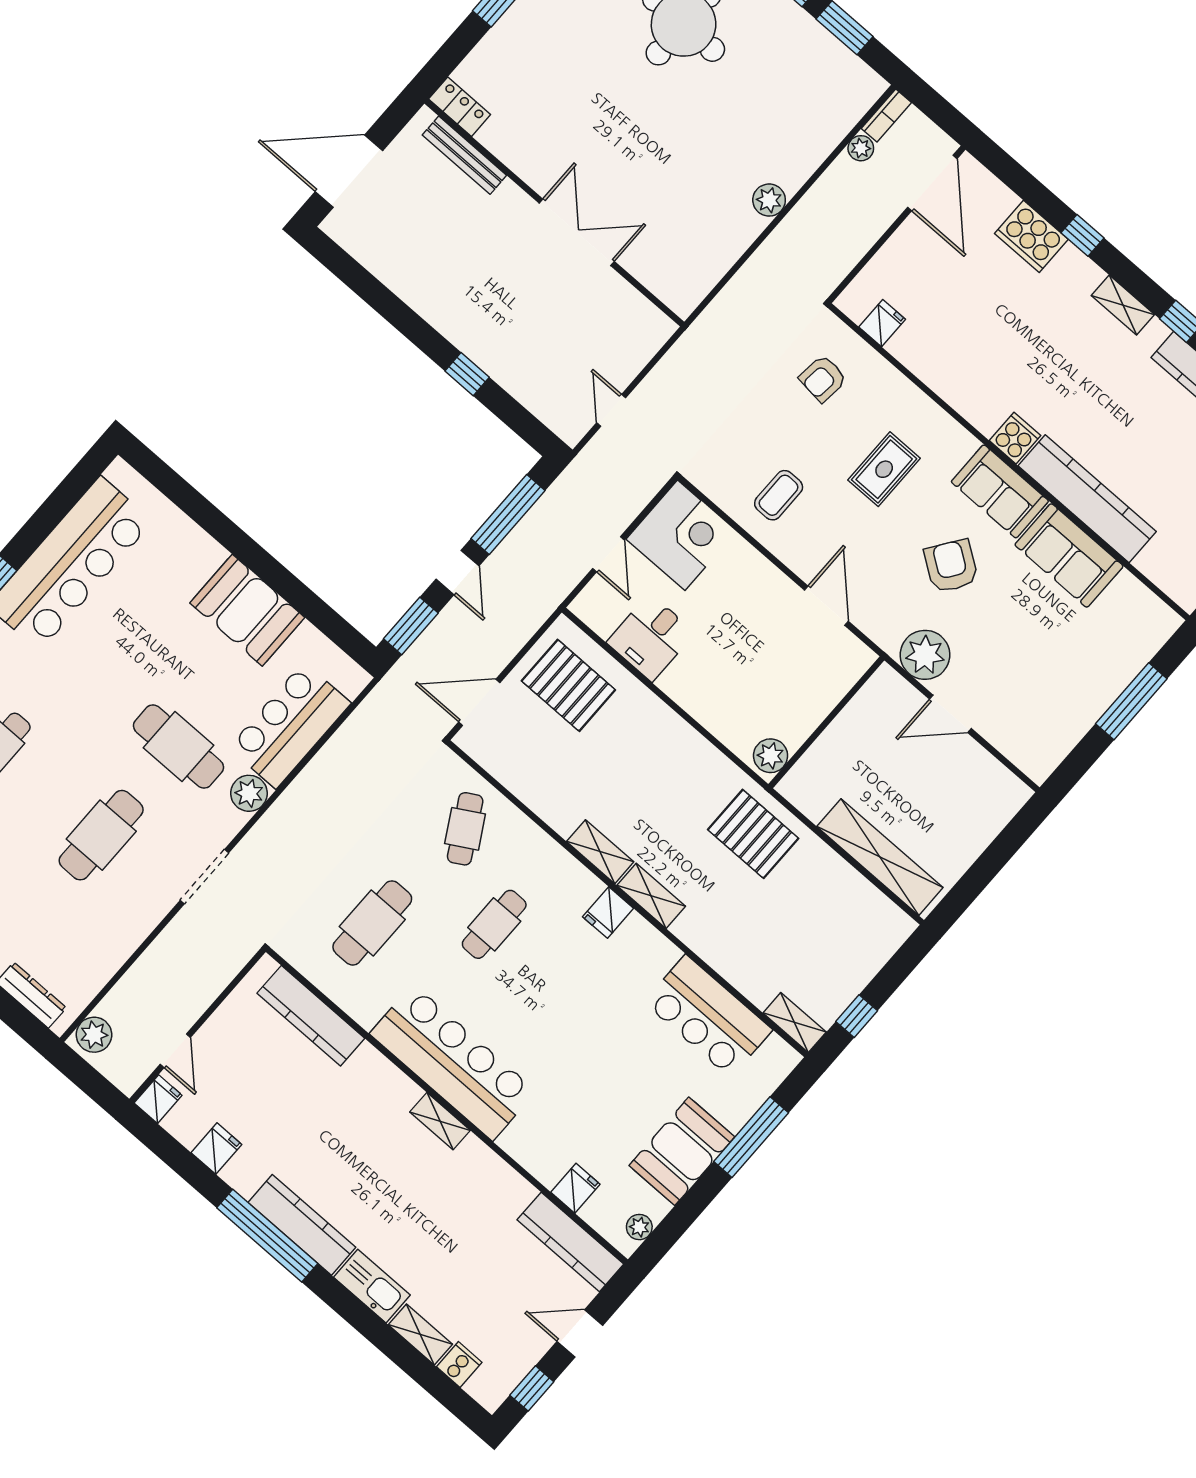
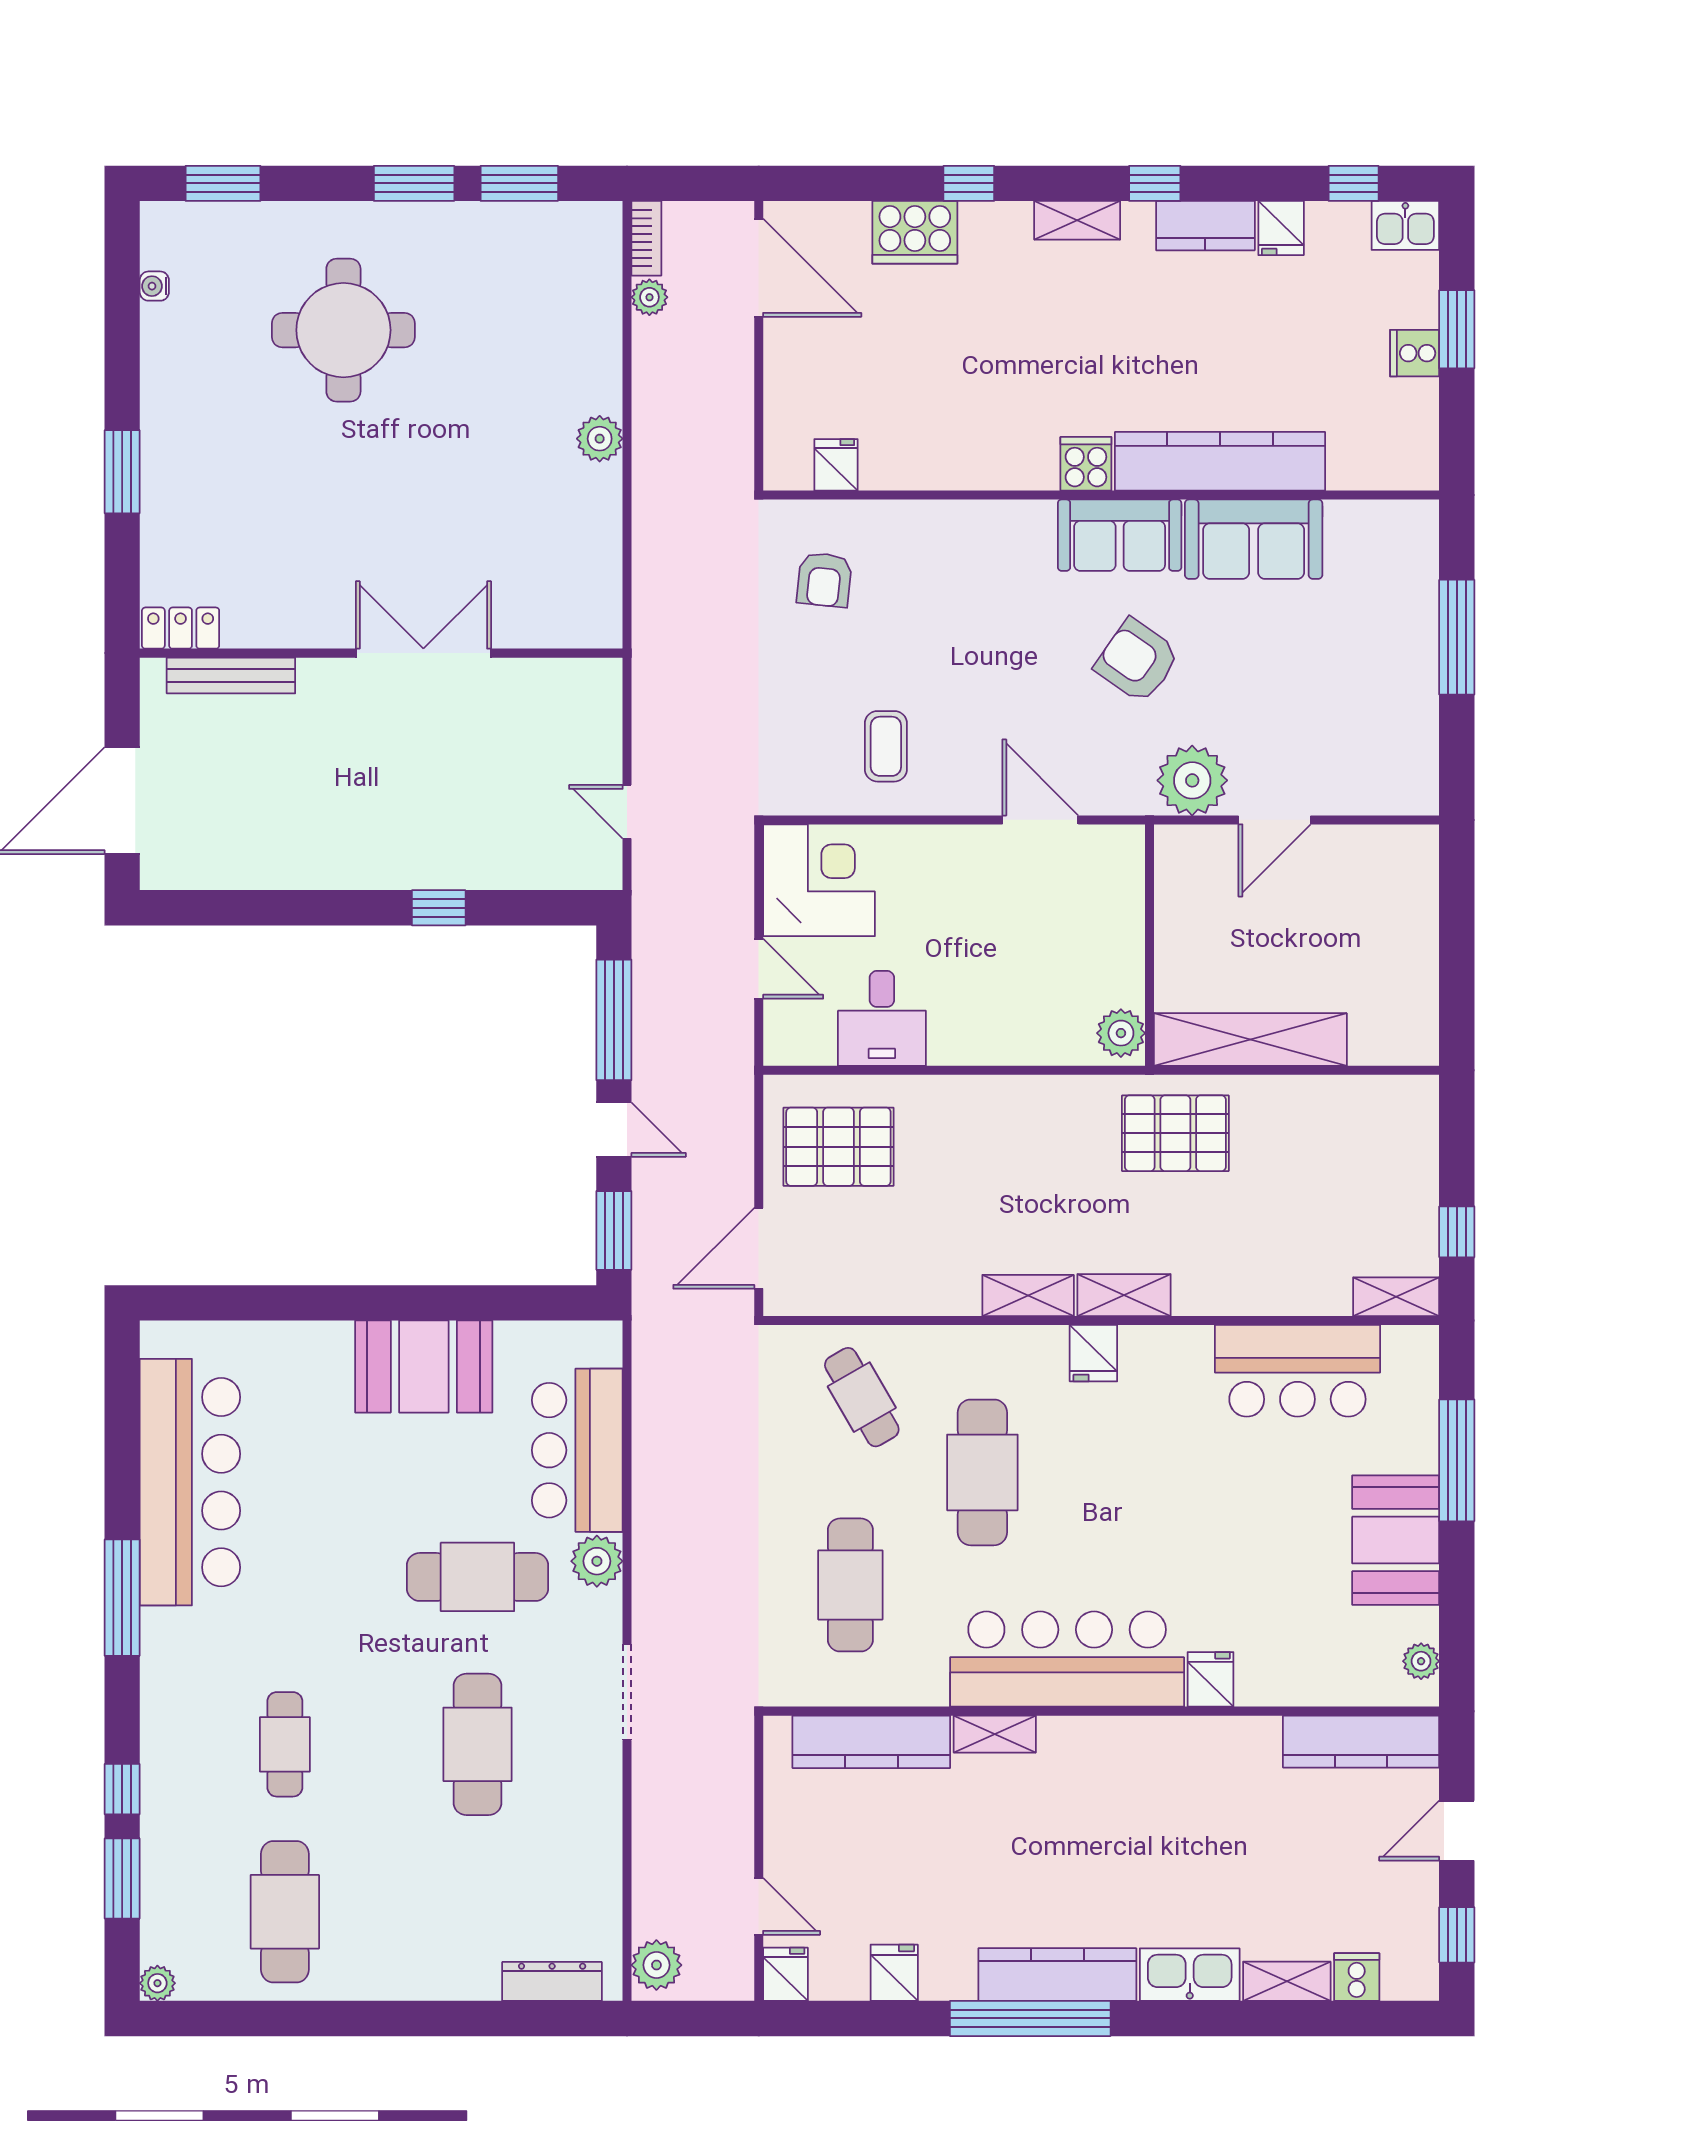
rug: (884, 469) -> (975, 620), removed
shelving: (880, 857) -> (1250, 1039), moved
cafe table: (494, 924) -> (982, 1472), width x1.37, depth x1.35
shelving: (440, 1121) -> (995, 1734), moved
fridge: (575, 1188) -> (1211, 1679), moved

